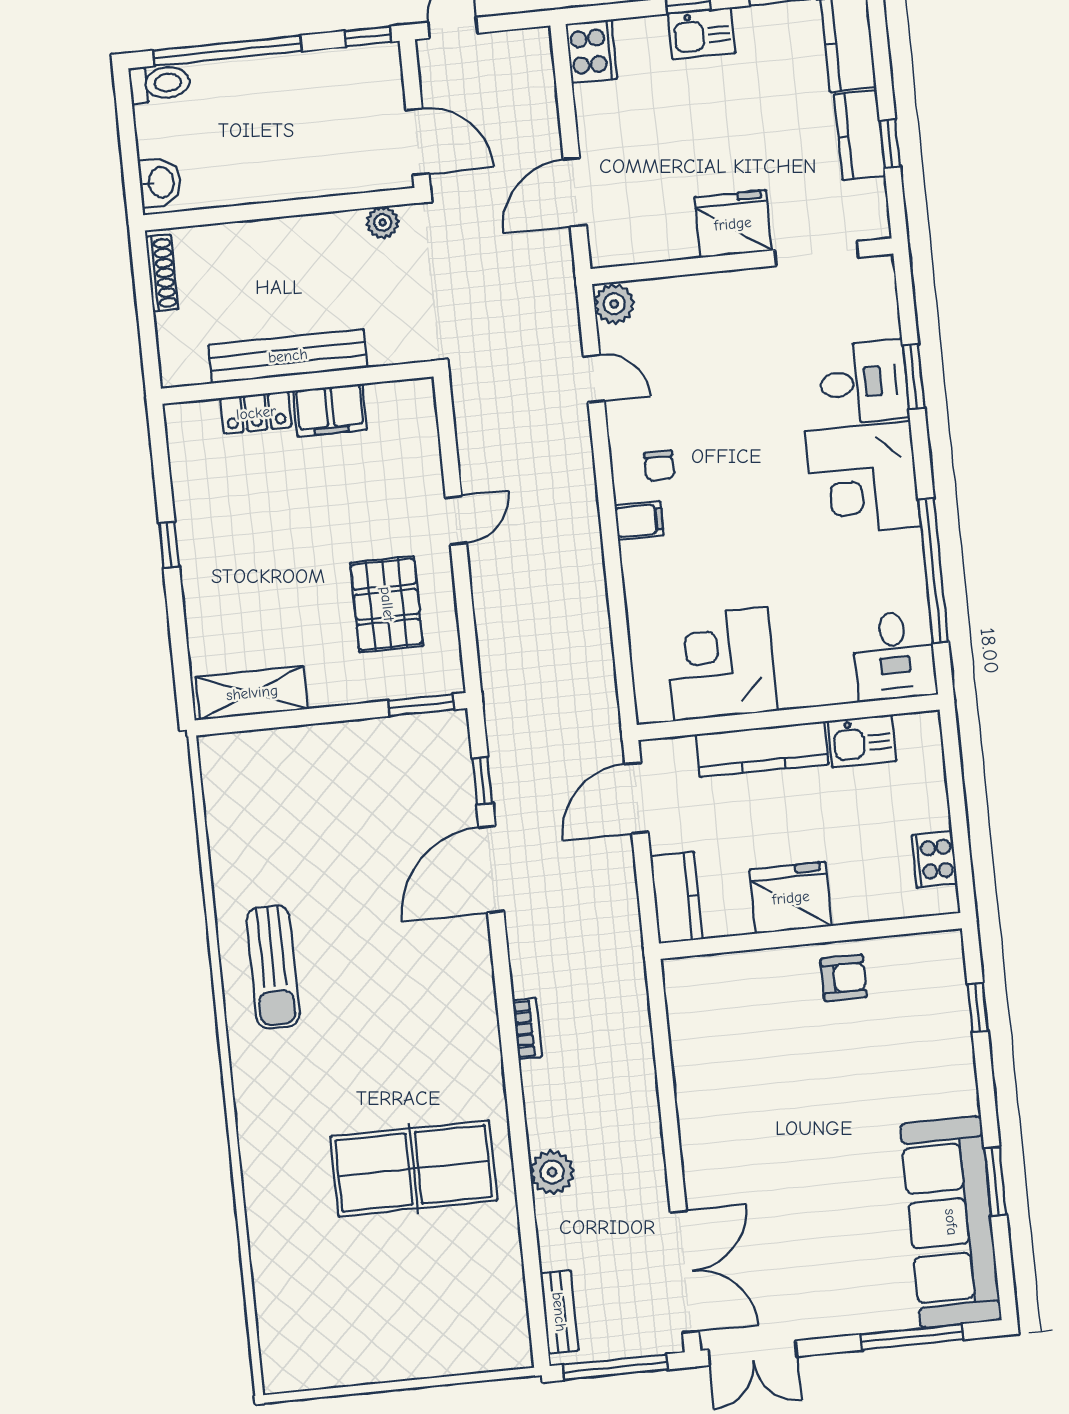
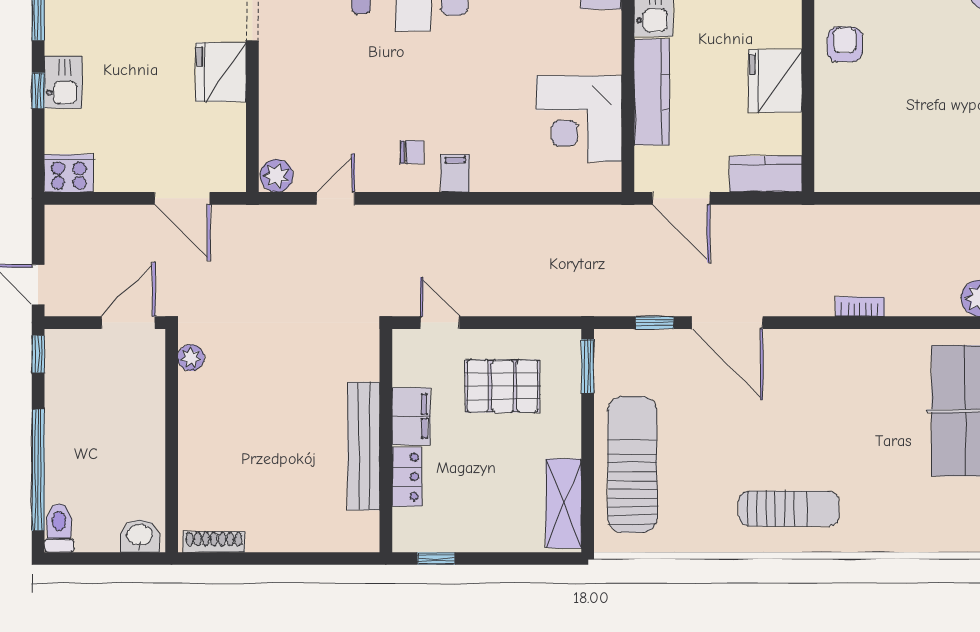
bench: (288, 356) -> (364, 446), moved
wall: (297, 383) -> (386, 441), moved
filing cabinet: (330, 410) -> (411, 416), moved
locker: (256, 413) -> (407, 477), moved
sun lounger: (307, 772) -> (632, 464), added

